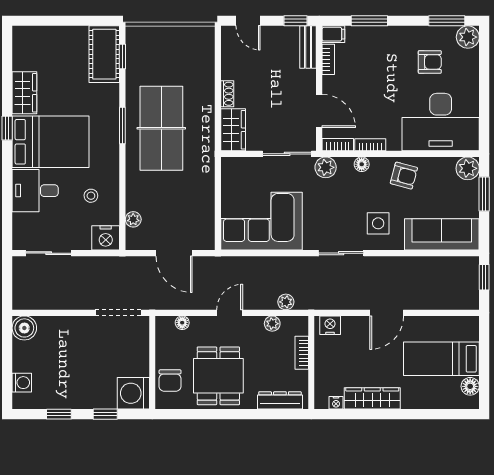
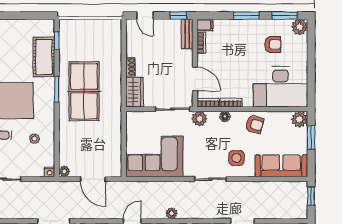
window: (369, 21) -> (246, 16), moved
cot: (104, 54) -> (44, 57), moved
plant: (133, 219) -> (64, 171), moved
nightstand: (106, 238) -> (49, 172), width x0.53, depth x0.56

